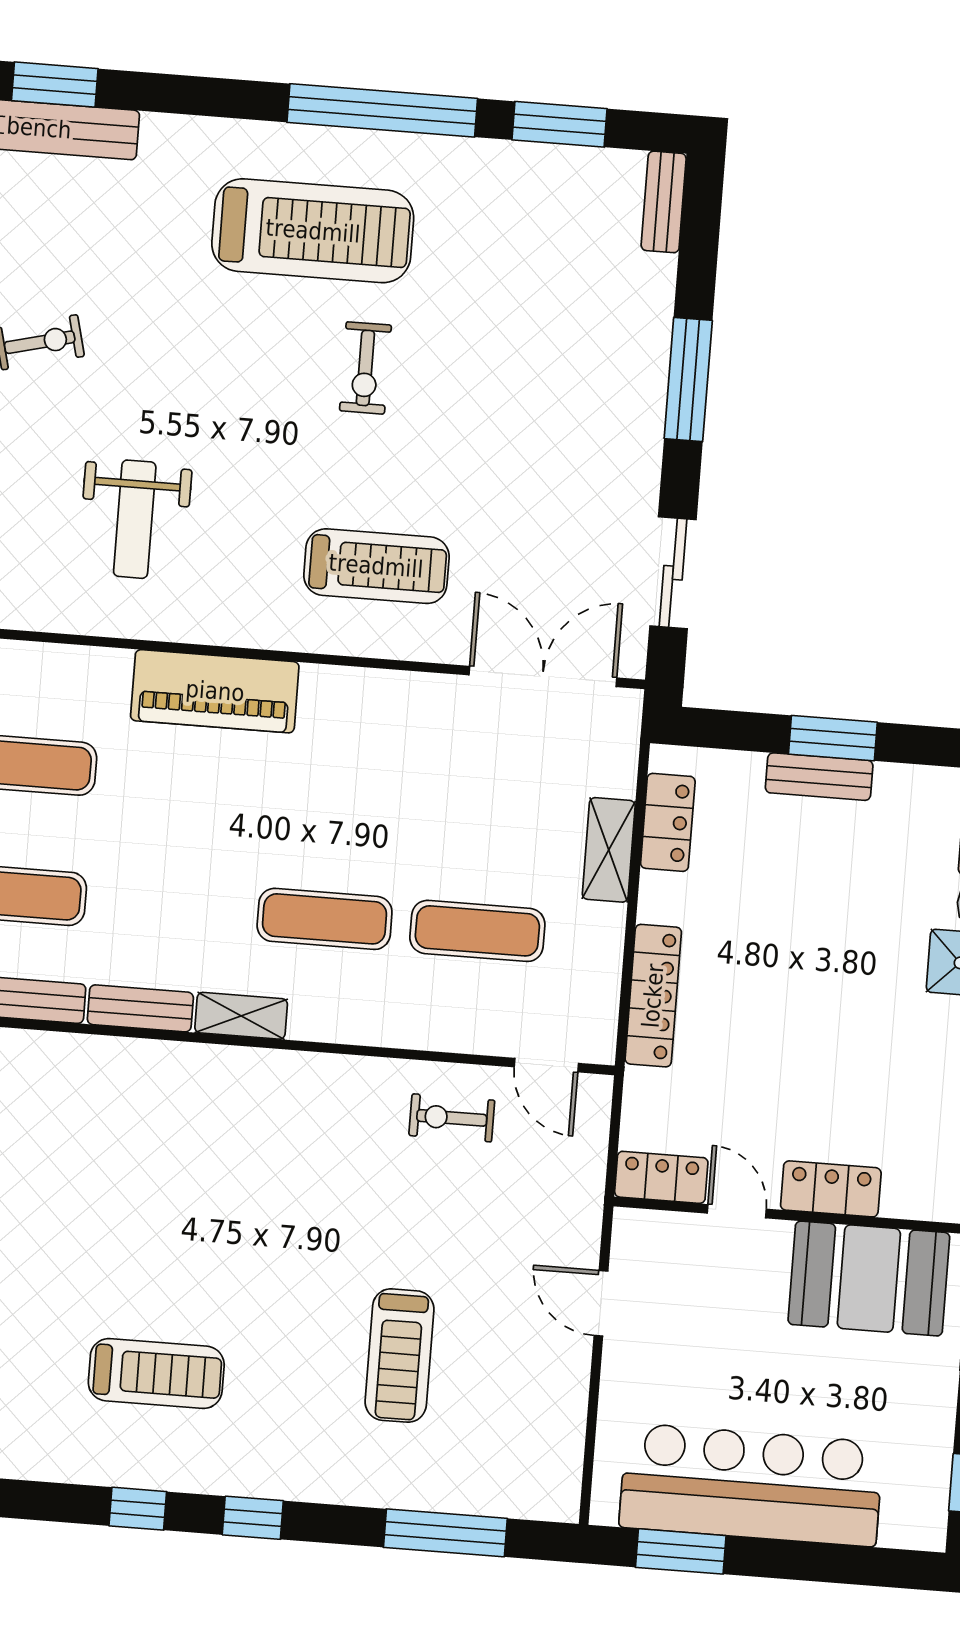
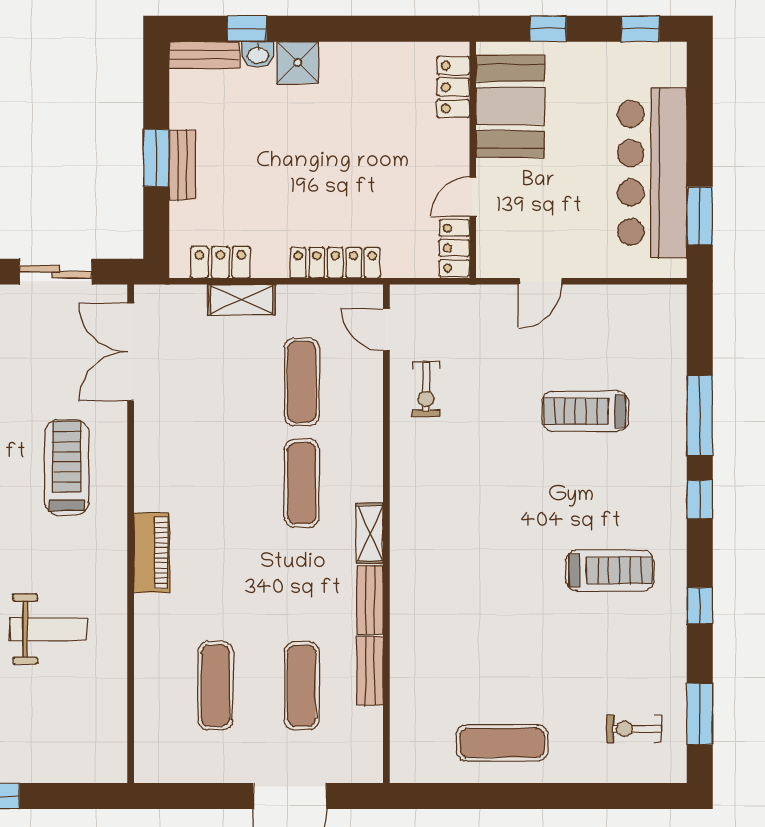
piano: (215, 691) -> (152, 553), width x0.73, depth x0.75
door: (546, 1065) -> (386, 330), swing flipped
locker: (831, 1189) -> (453, 87), moved
treadmill: (399, 1356) -> (585, 411), turned 180
treadmill: (156, 1374) -> (610, 571), turned 90
window: (138, 1509) -> (700, 606), moved
window: (445, 1533) -> (700, 416), moved

